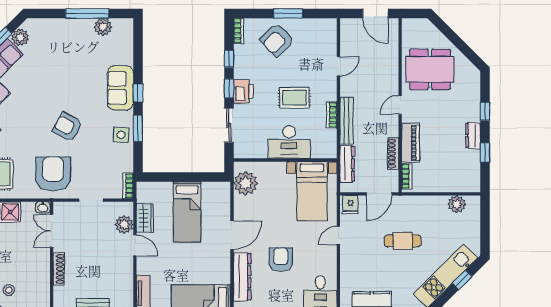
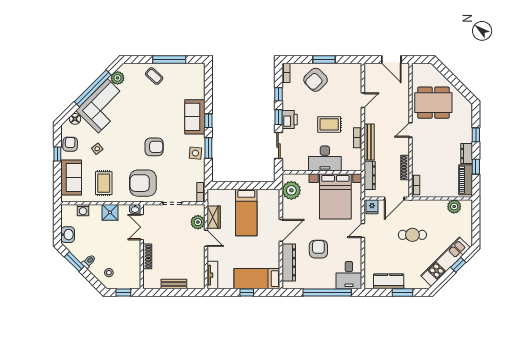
plant: (103, 27) -> (181, 70), removed
coffee table: (68, 35) -> (154, 76), added
armchair: (67, 127) -> (154, 147), turned 151
piano: (410, 143) -> (466, 180), moved, turned 180
armchair: (53, 174) -> (143, 183), turned -90
bed with nightstands: (312, 191) -> (335, 196), width x1.36

